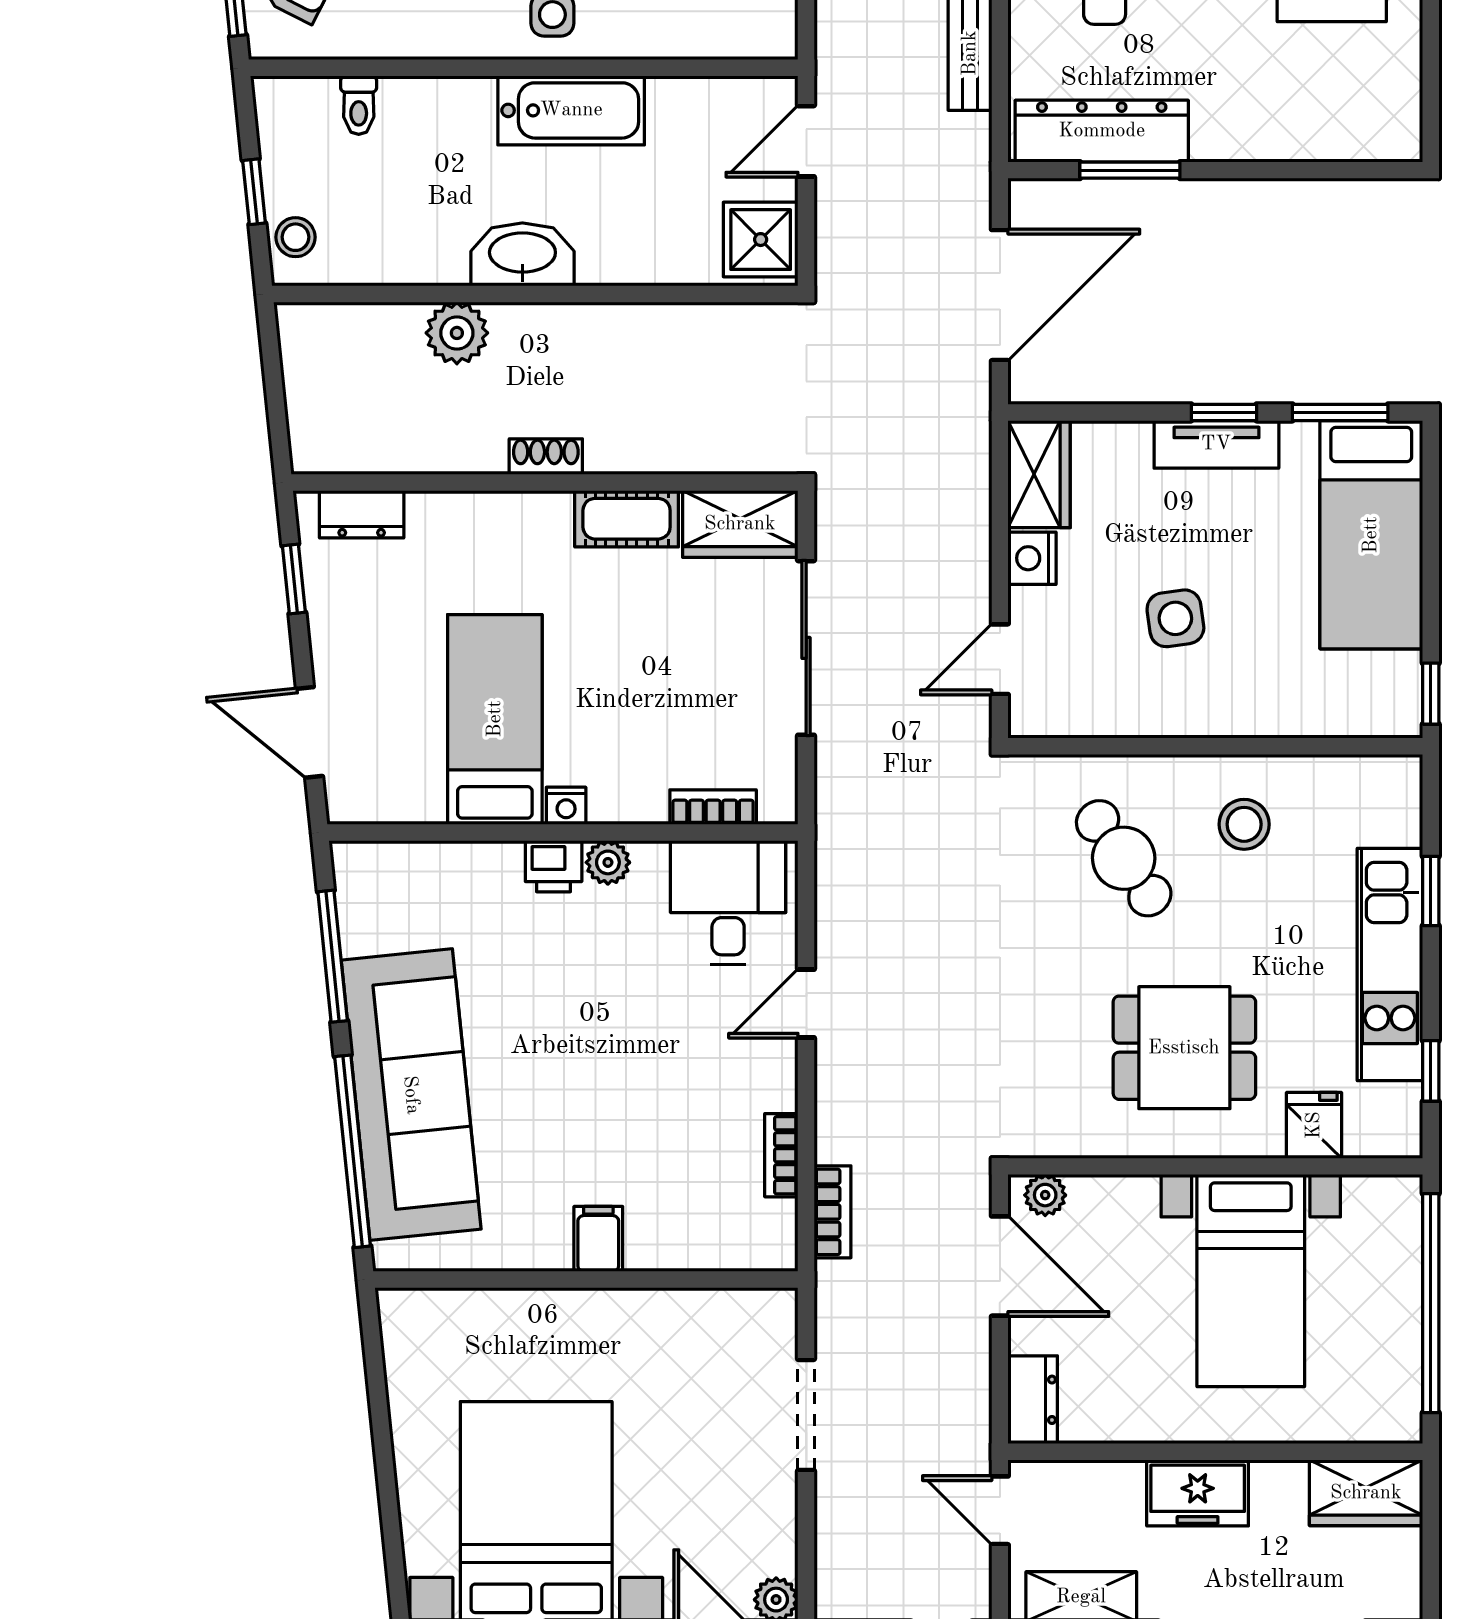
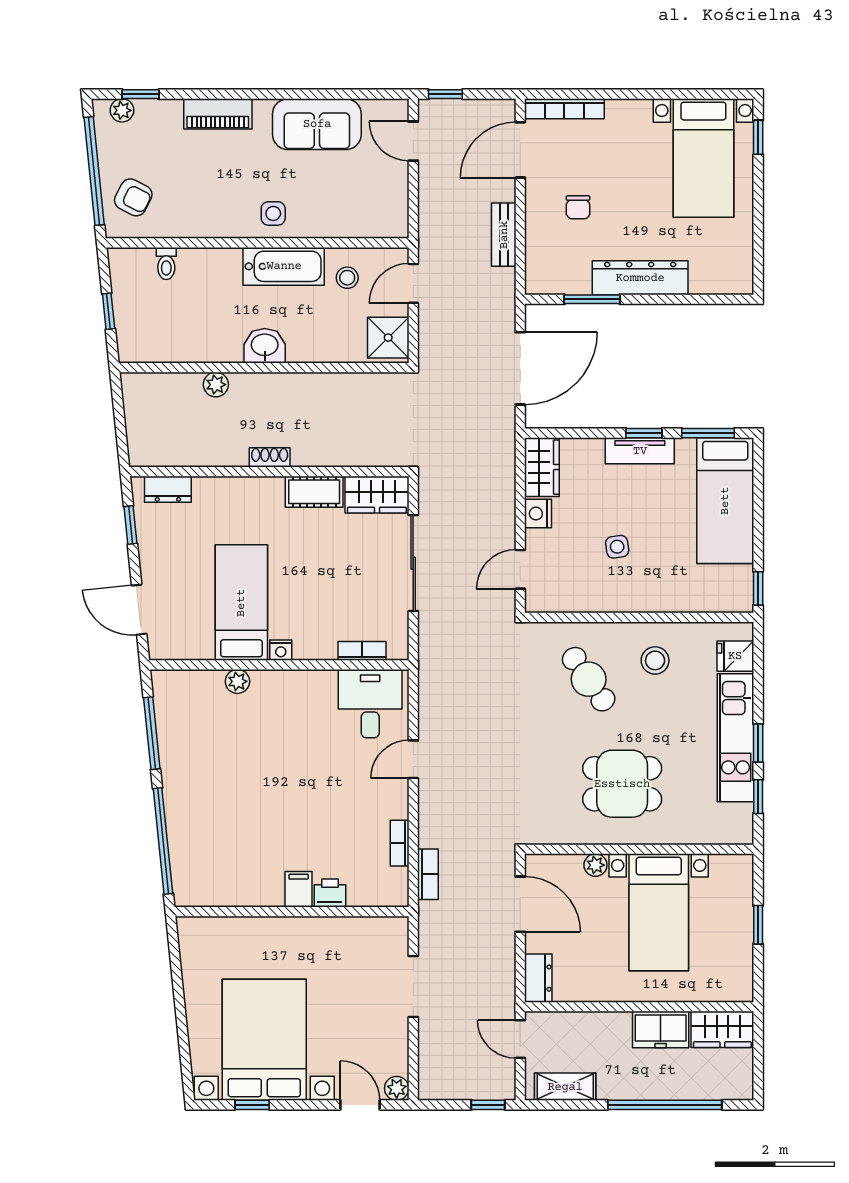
dresser: (1102, 131) -> (640, 278), moved
stool: (296, 237) -> (347, 278), moved
washbasin: (522, 254) -> (265, 346), width x0.72
plant: (457, 333) -> (216, 385), width x0.73, depth x0.73
side table: (1175, 618) -> (617, 547), width x0.73, depth x0.73
plant: (608, 862) -> (237, 681), moved
printer: (554, 866) -> (330, 893), moved, turned 180
window: (1431, 891) -> (758, 743), moved
sofa: (411, 1095) -> (195, 810), removed
fridge: (1314, 1125) -> (735, 656), moved, turned -90
plant: (1045, 1195) -> (595, 865), moved
window: (1431, 1303) -> (758, 925), width x0.32
freezer: (1198, 1493) -> (661, 1030), moved

